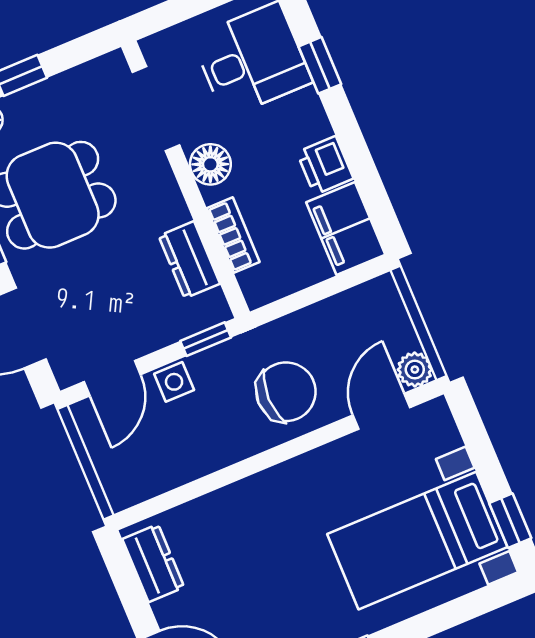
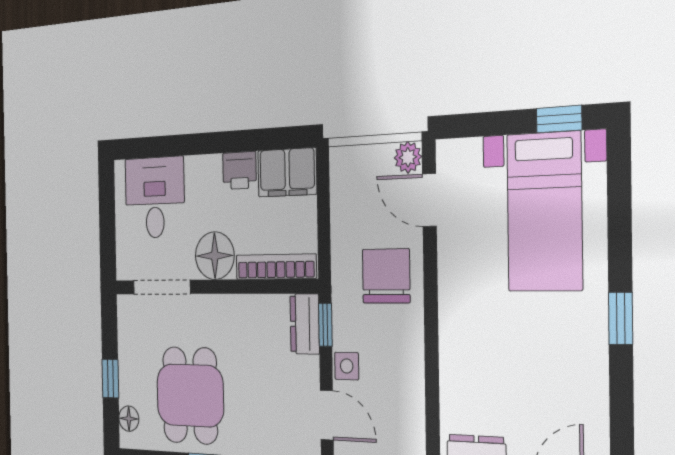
window: (320, 65) -> (174, 146), removed
floor lamp: (210, 164) -> (215, 256), width x1.38, depth x1.38
bookcase: (233, 235) -> (276, 267), width x1.56
dresser: (189, 260) -> (305, 324), moved, turned 90

